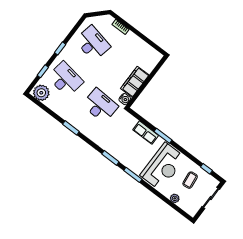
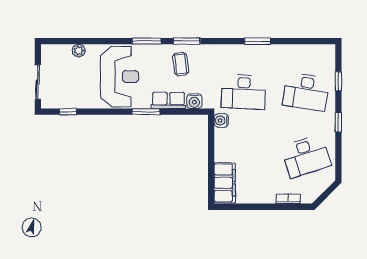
desk: (93, 43) -> (306, 156), turned -30
filing cabinet: (135, 82) -> (225, 183), moved
plant: (41, 93) -> (322, 56), removed
water cooler: (132, 121) -> (194, 101), added
reception desk: (163, 167) -> (119, 77), turned 180
coffee table: (190, 180) -> (181, 64), moved

